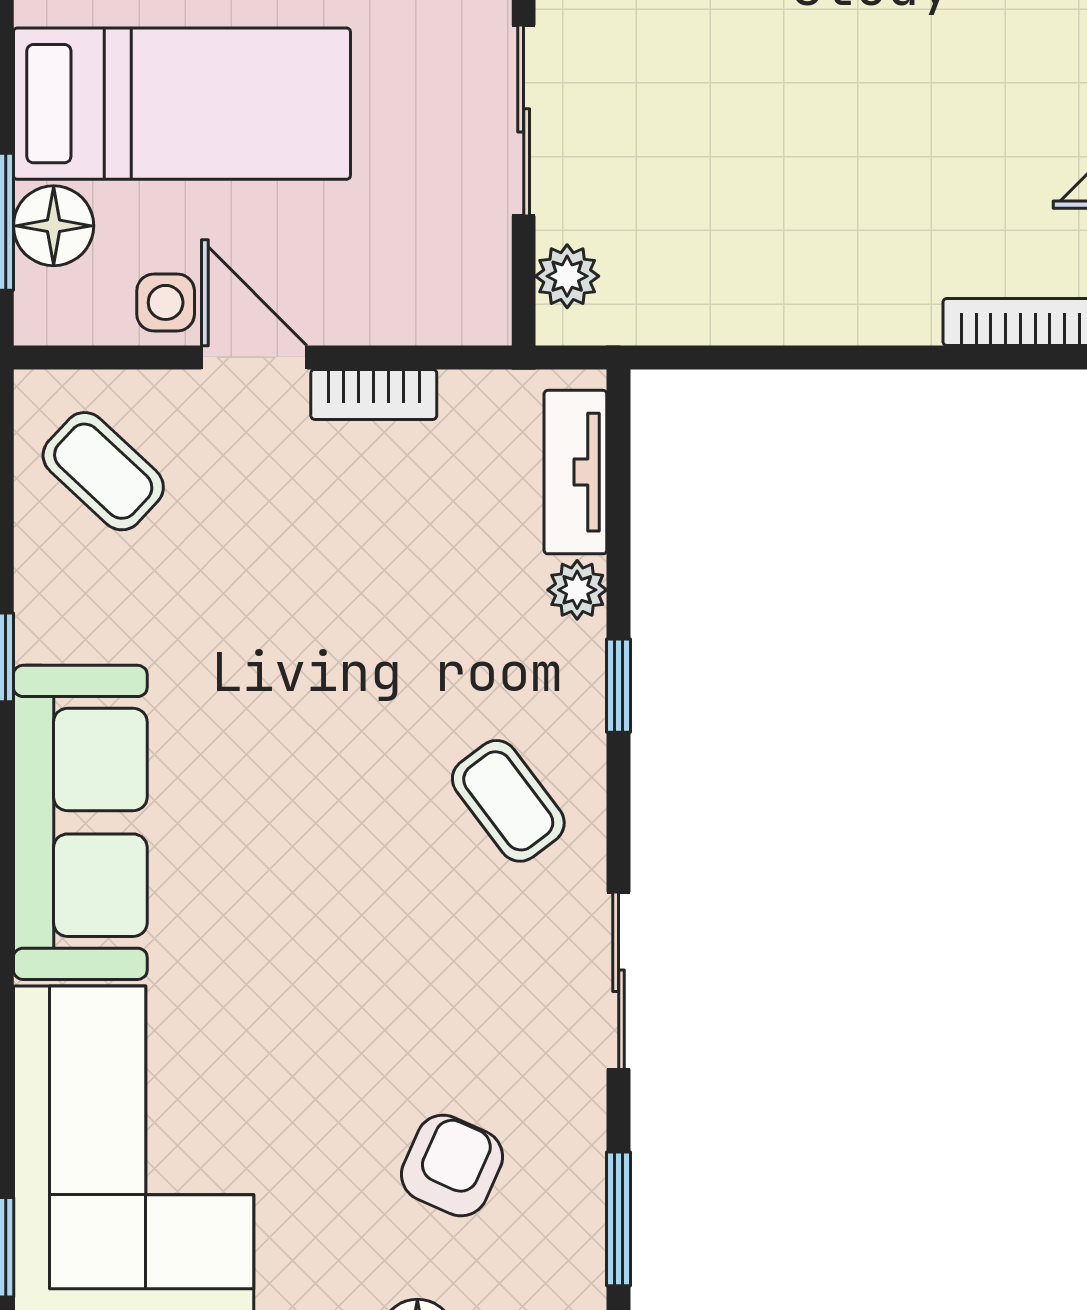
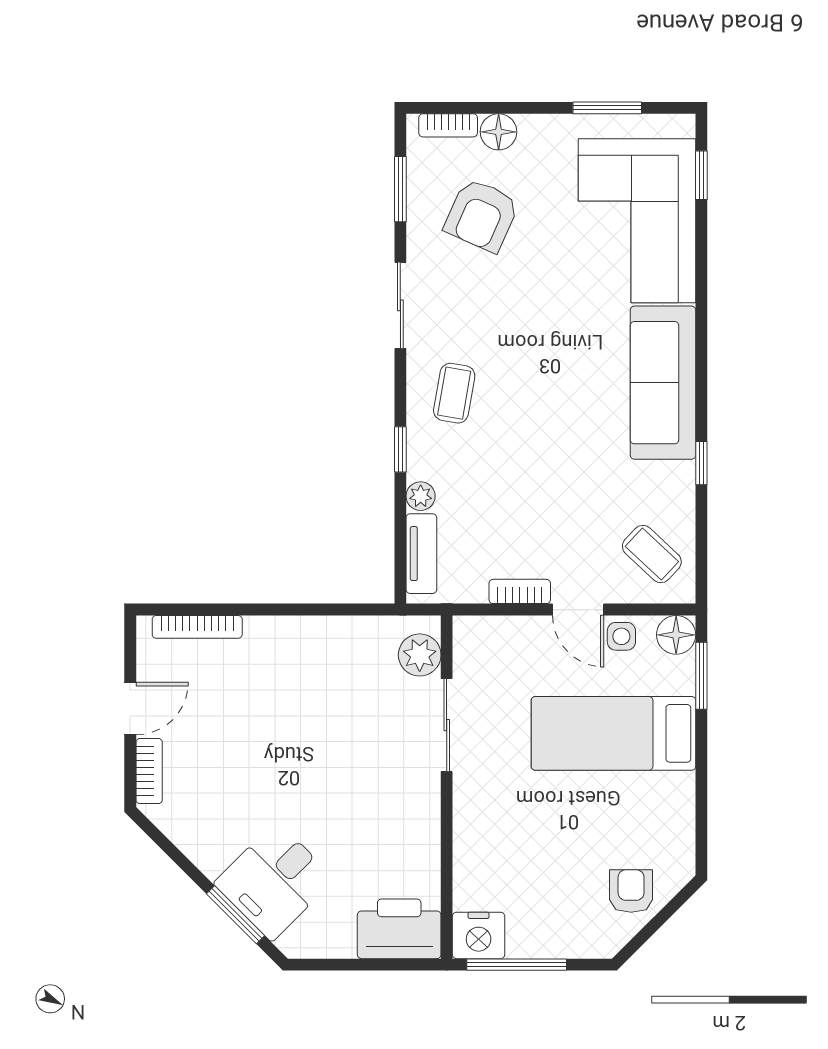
floor lamp: (54, 226) -> (676, 635), moved
plant: (567, 276) -> (420, 655), width x1.38, depth x1.38
coffee table: (508, 801) -> (454, 393), turned 47
armchair: (452, 1166) -> (482, 215), width x1.38, depth x1.38

